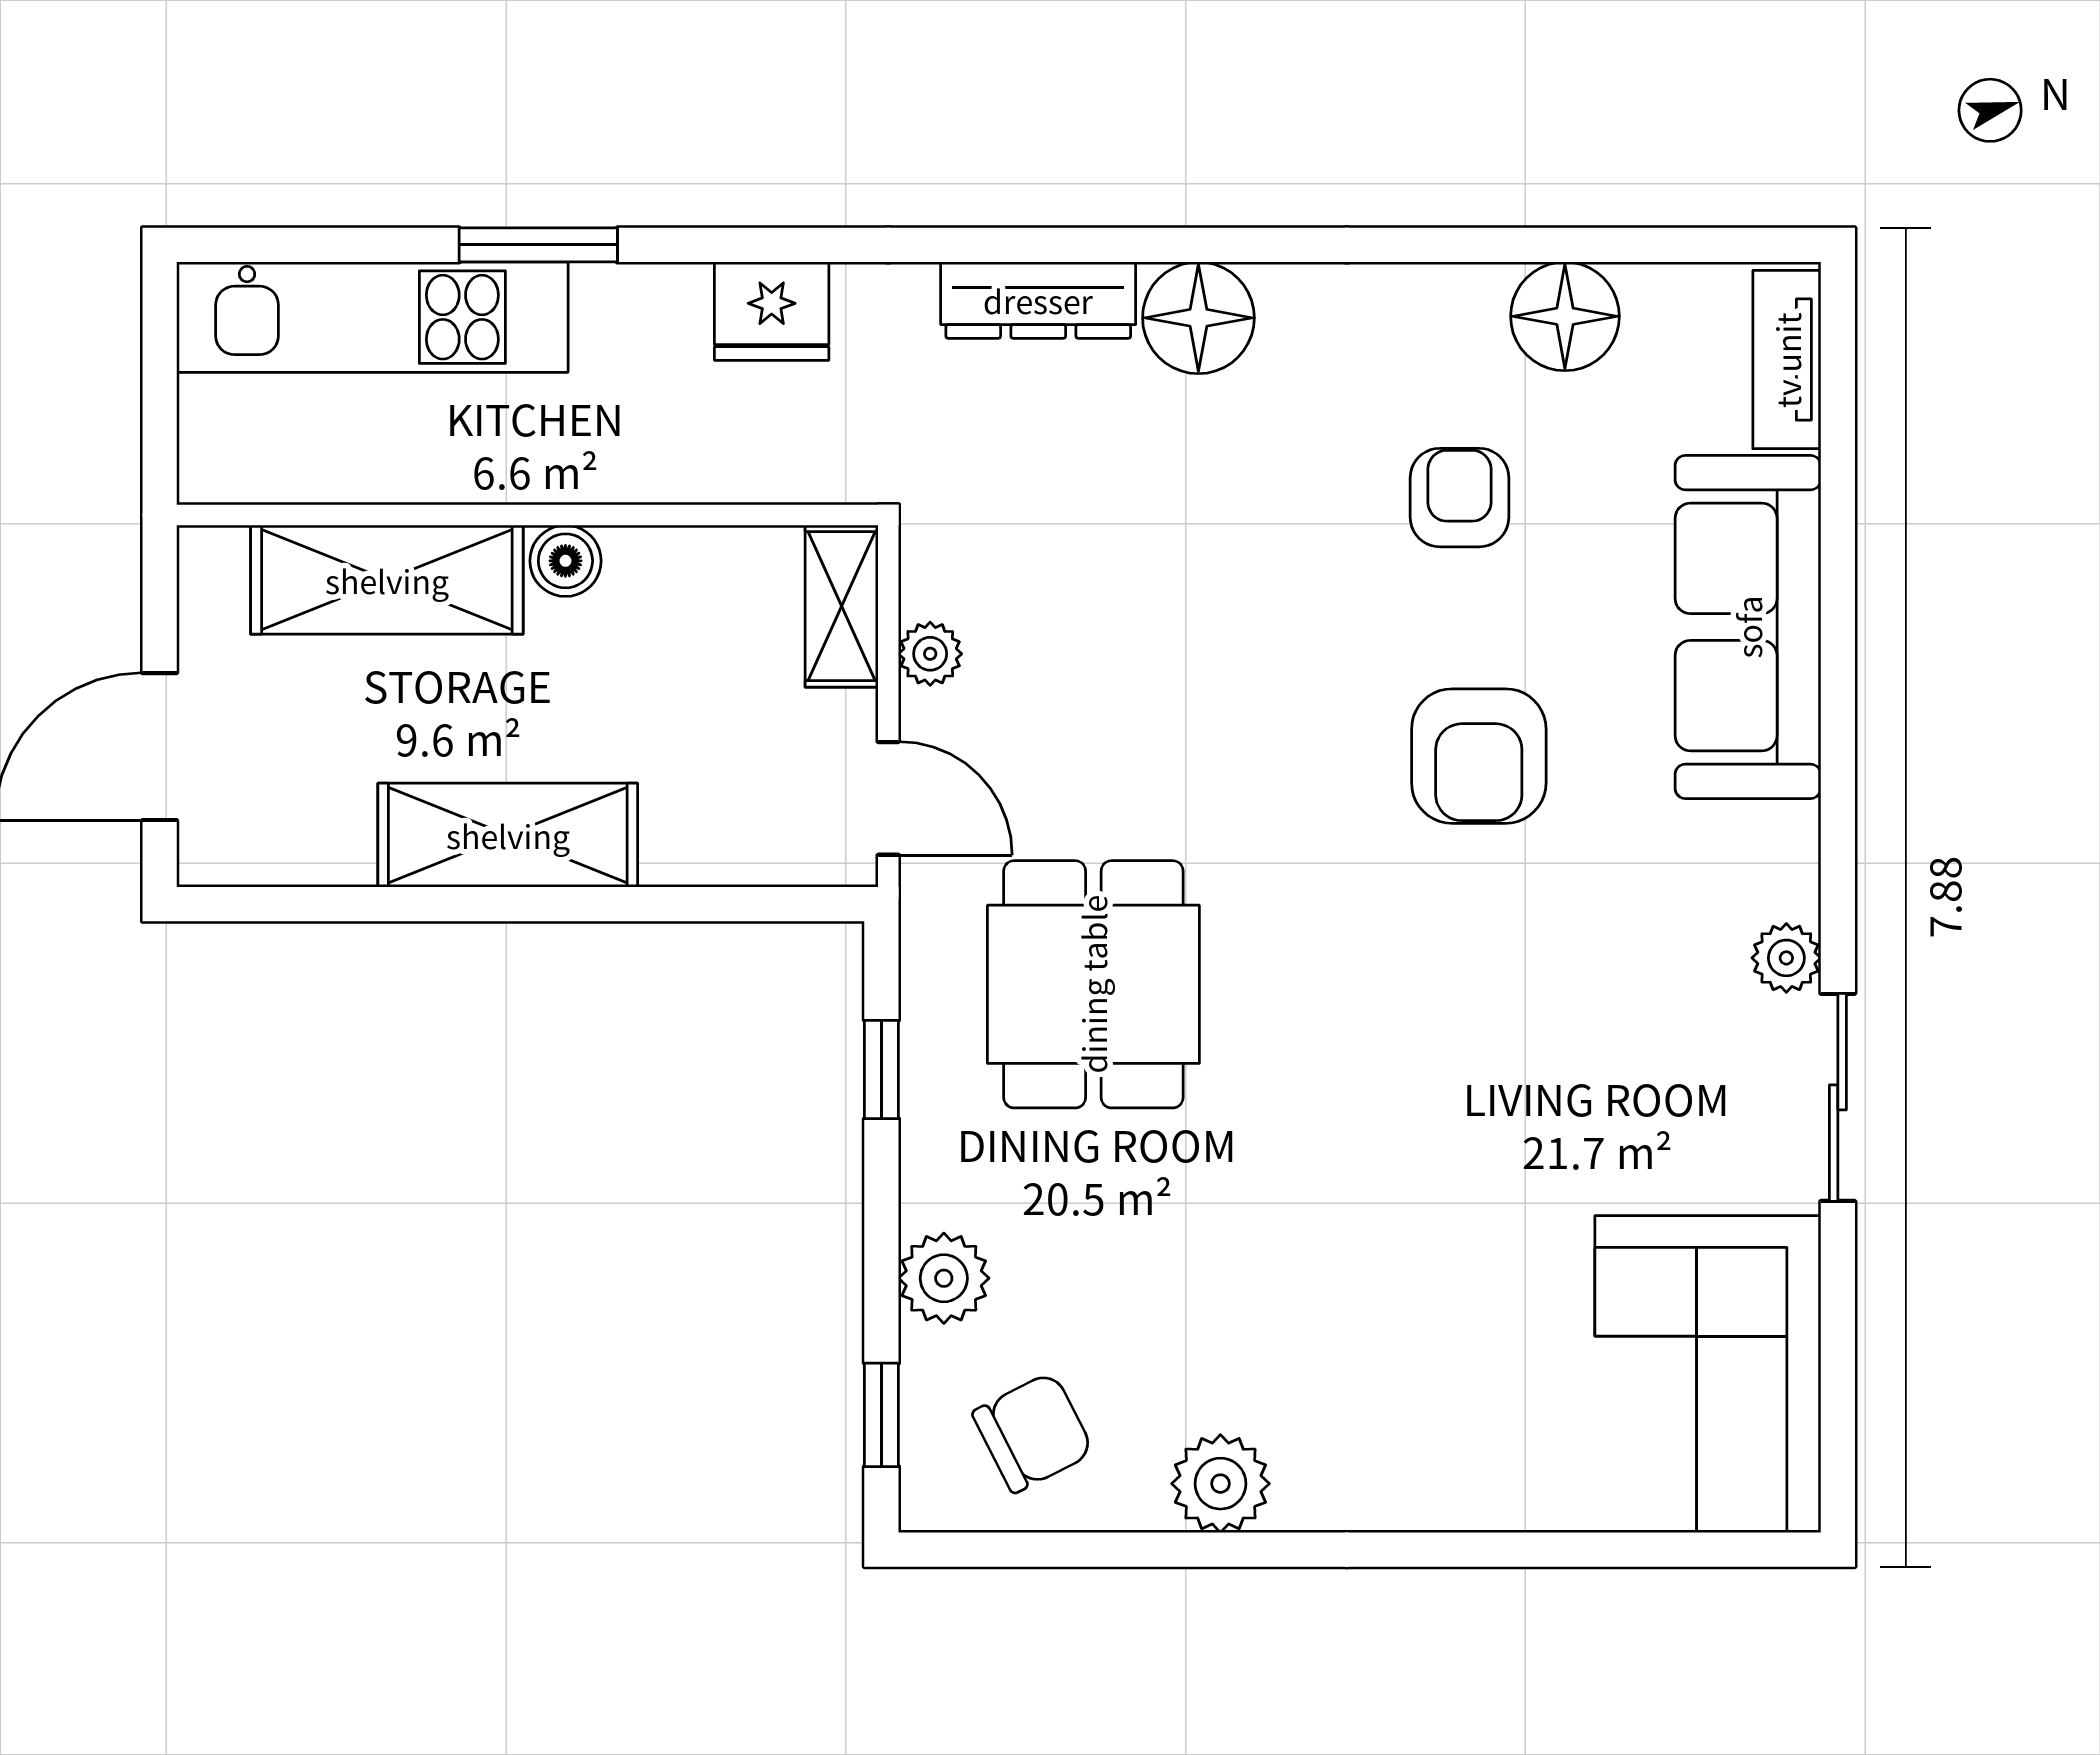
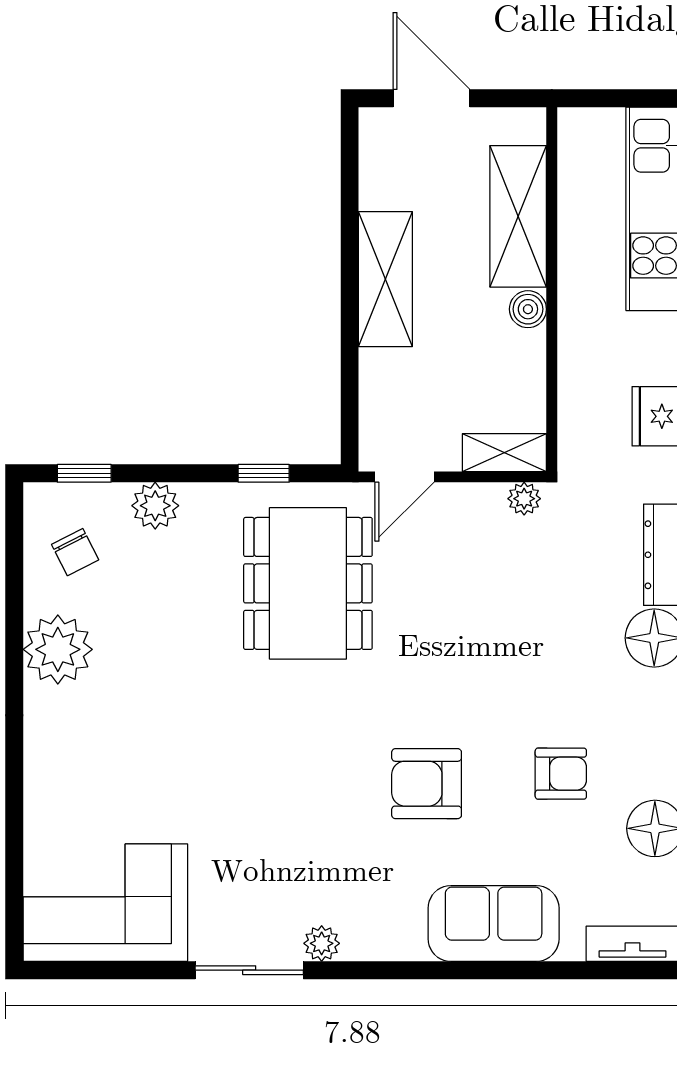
sofa: (1748, 627) -> (494, 923), width x0.73
plant: (930, 654) -> (524, 499), moved
dining table: (1093, 984) -> (308, 583), width x1.37
chair: (1033, 1432) -> (75, 552), width x0.73, depth x0.73
plant: (1220, 1484) -> (58, 649), width x1.36, depth x1.36

